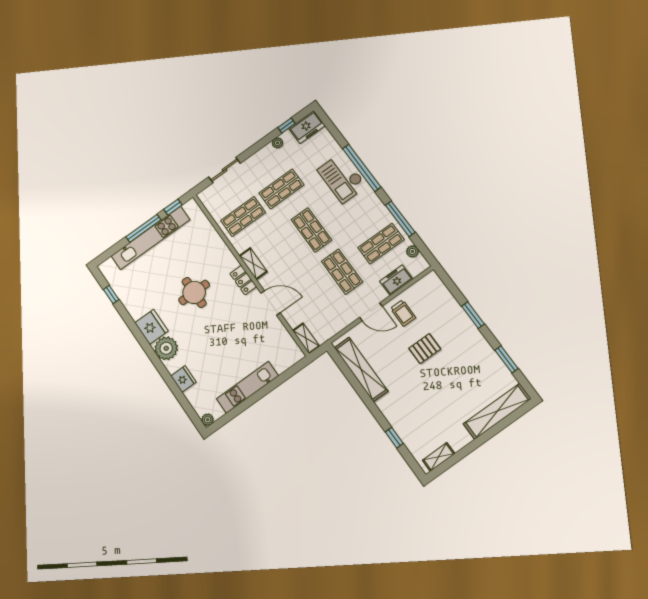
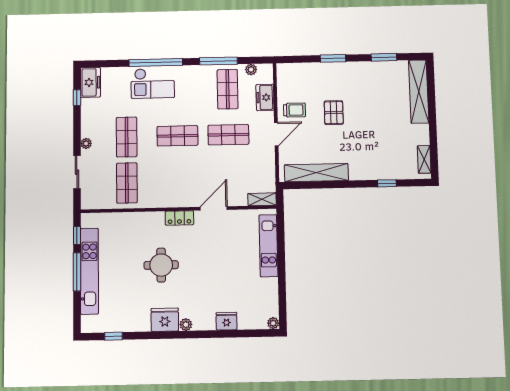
plant: (277, 143) -> (86, 143), moved
shelving: (253, 264) -> (172, 201), removed
plant: (166, 348) -> (186, 325), width x0.53, depth x0.53
kitchen unit: (247, 387) -> (268, 246), moved

